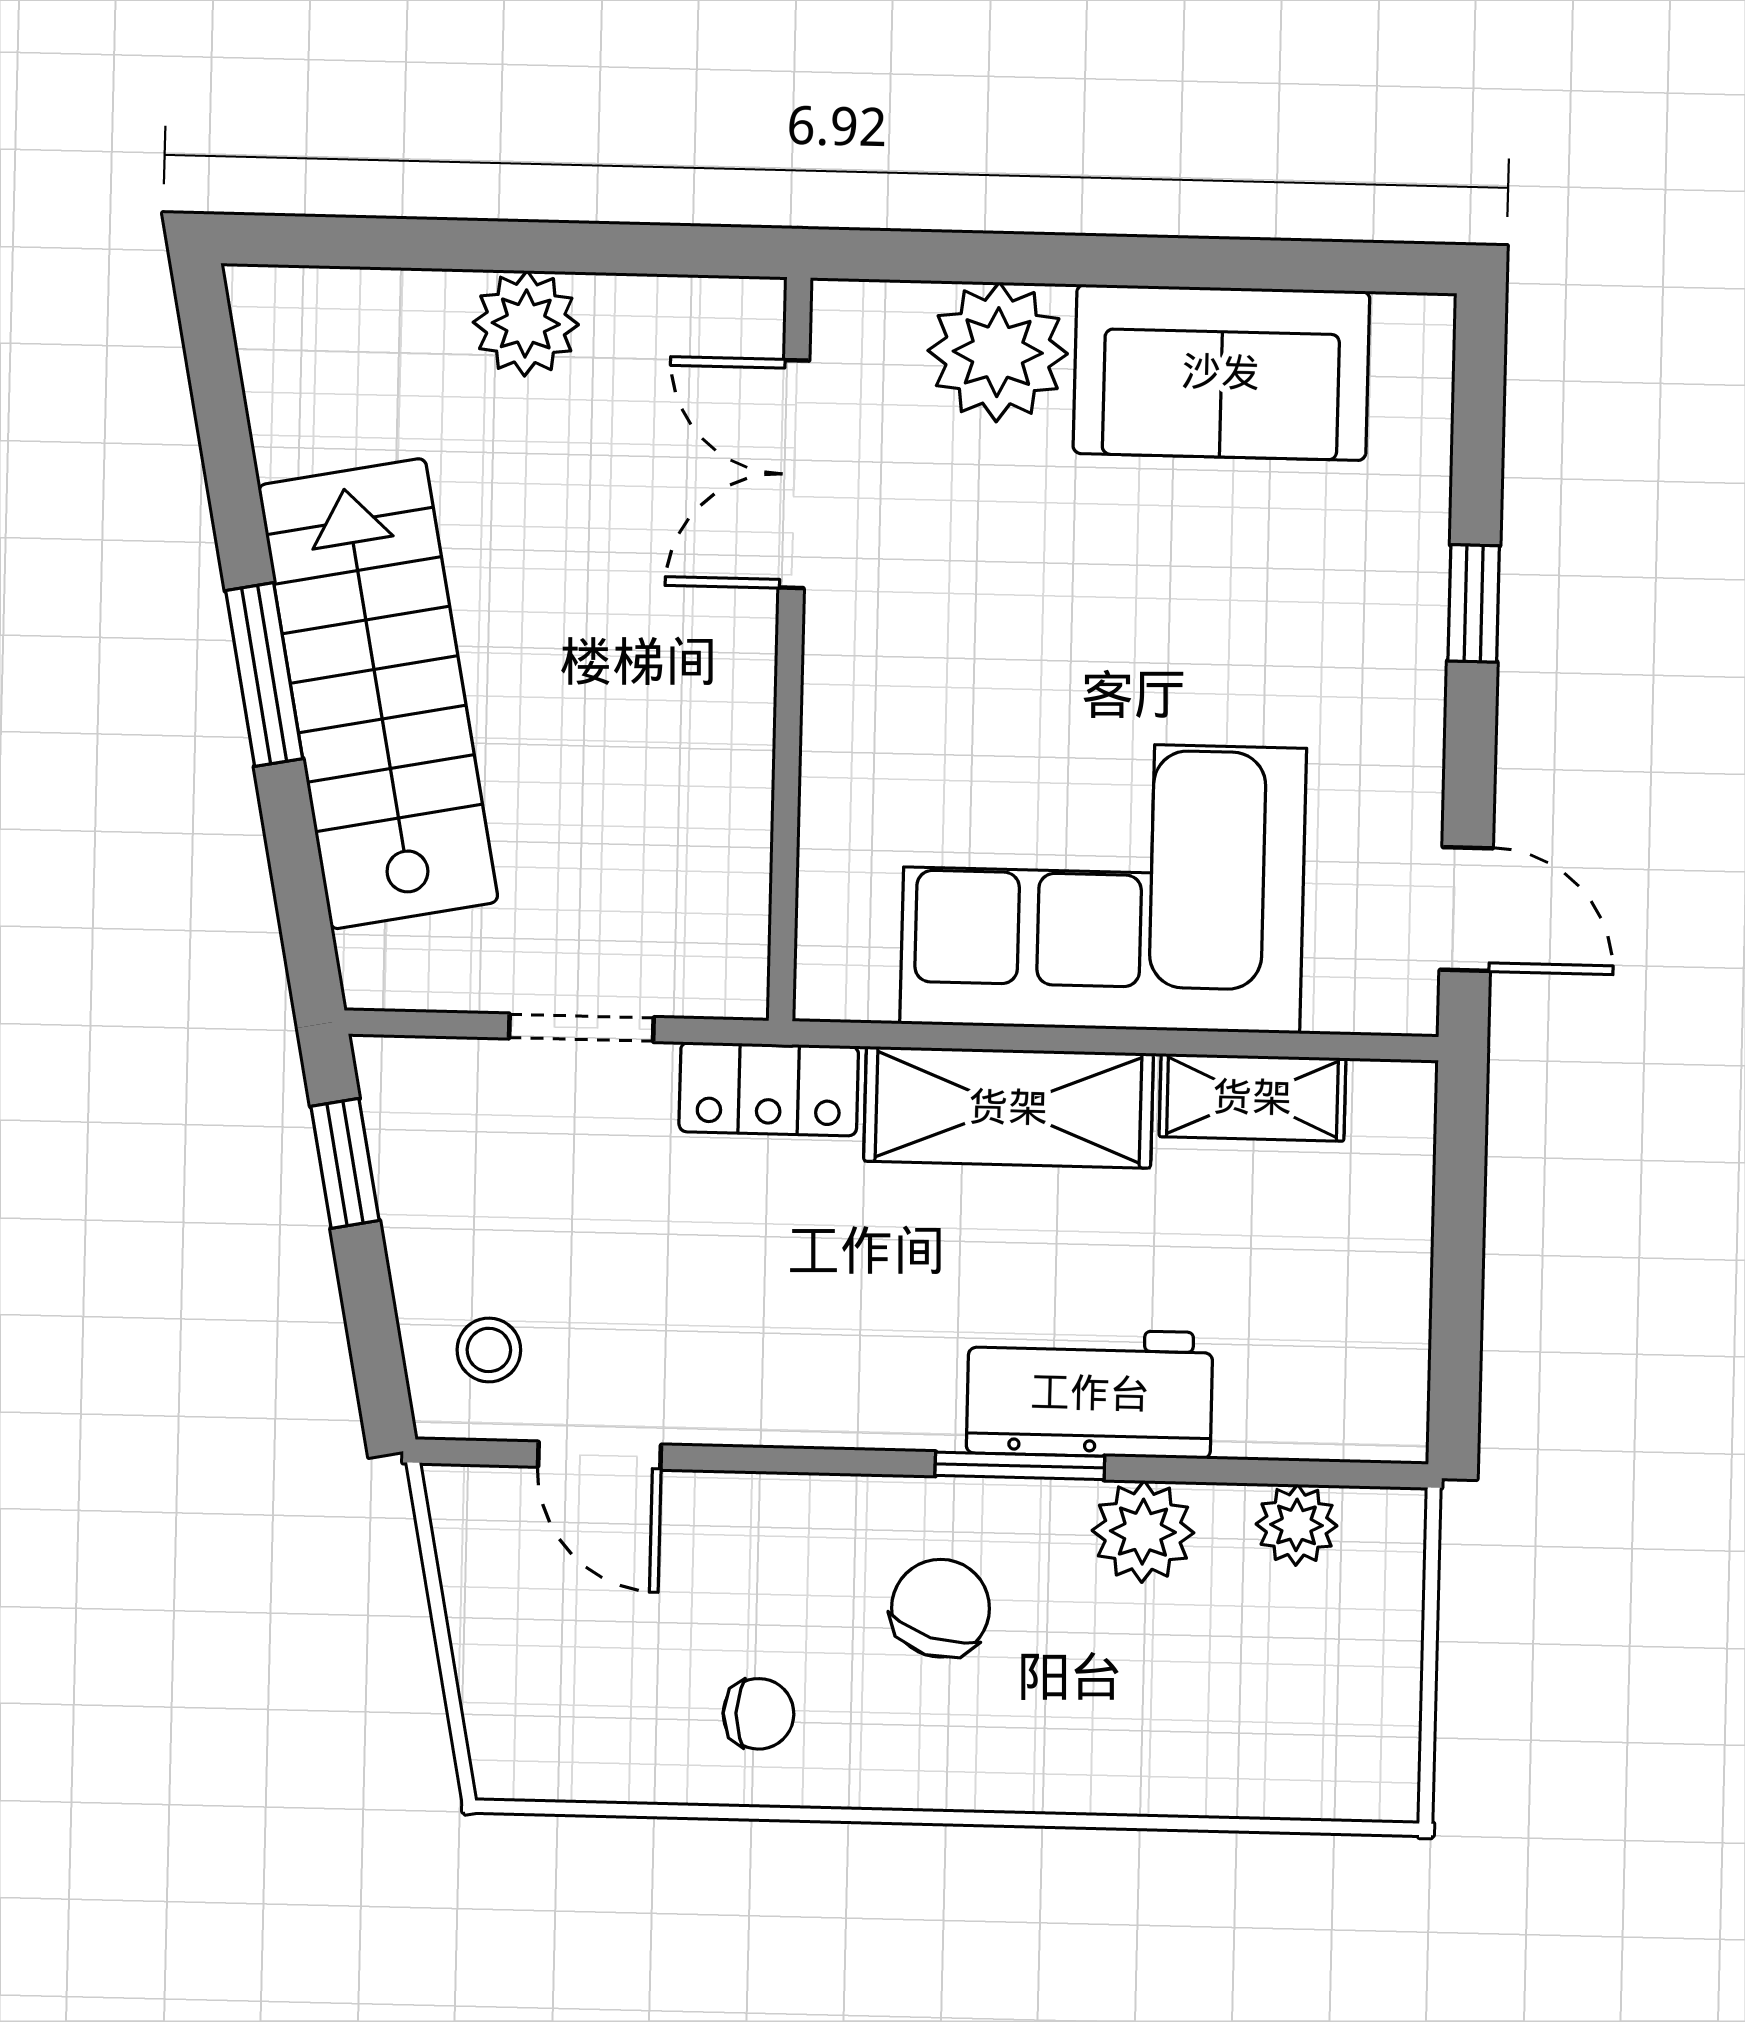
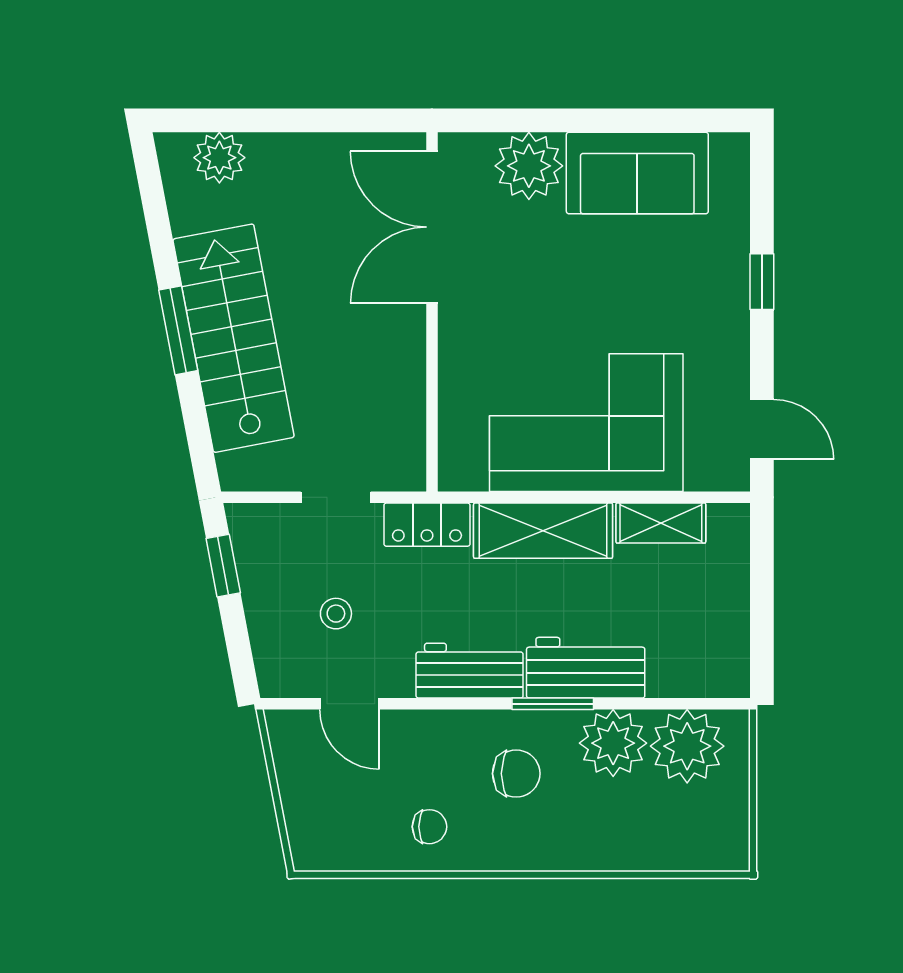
plant: (526, 323) -> (219, 158), moved
double door: (794, 474) -> (432, 227), width x1.37
stool: (489, 1350) -> (336, 614), moved
workbench: (849, 1393) -> (470, 671), added
plant: (1297, 1525) -> (687, 746), width x1.87, depth x1.87
plant: (1143, 1532) -> (613, 743), width x1.36, depth x1.36
chair: (941, 1608) -> (516, 774), turned 73

